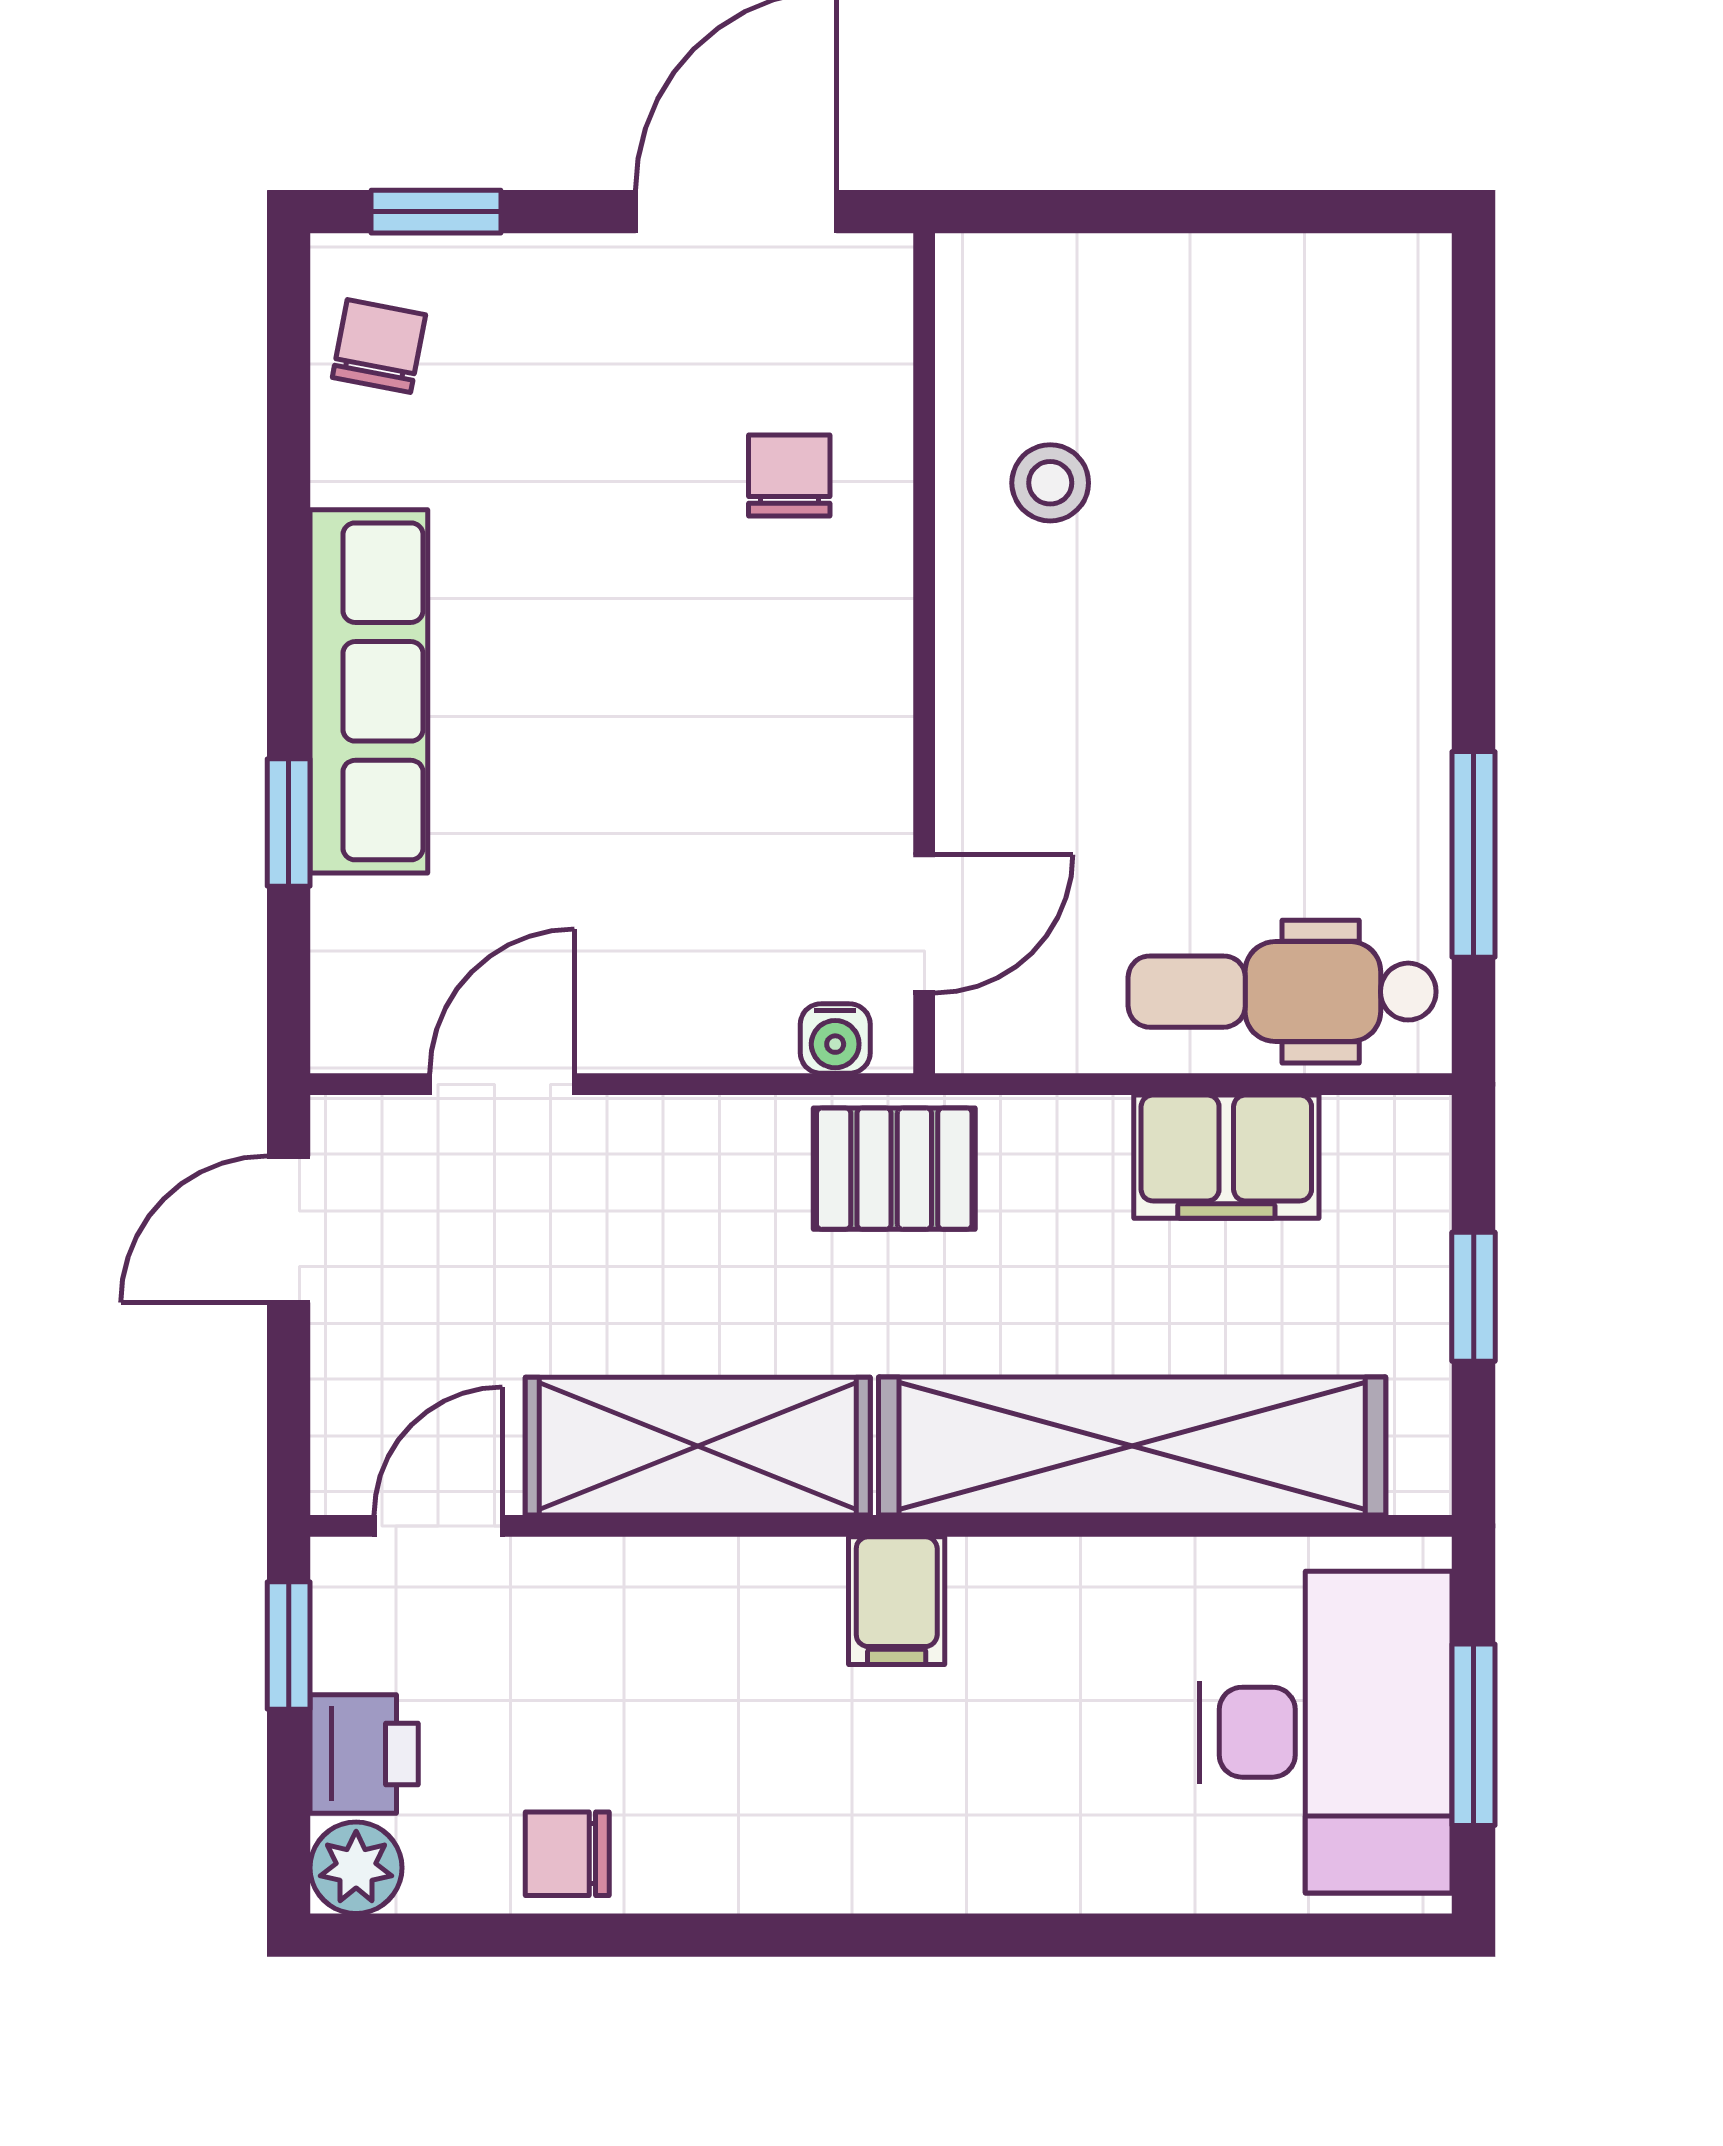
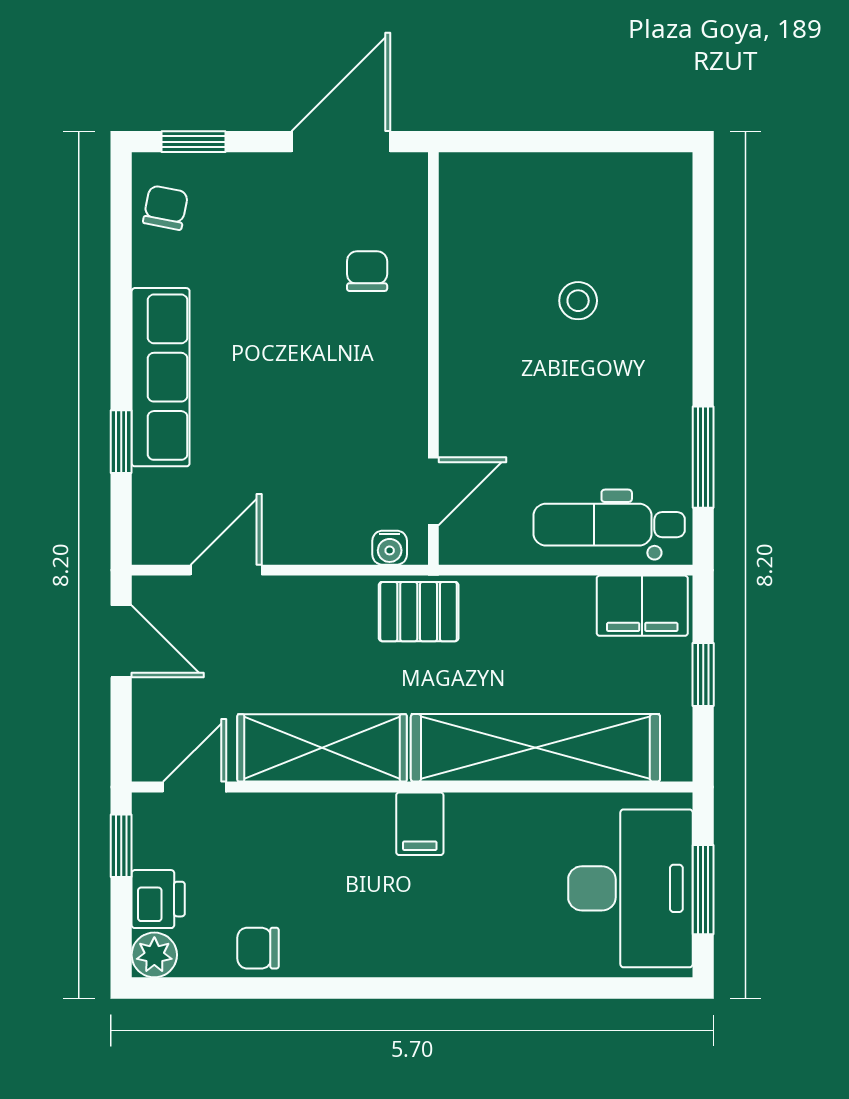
stool: (1050, 483) -> (578, 301), moved
filing cabinet: (1226, 1157) -> (642, 606), moved
door: (289, 1229) -> (121, 641), swing flipped

